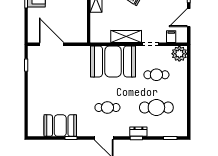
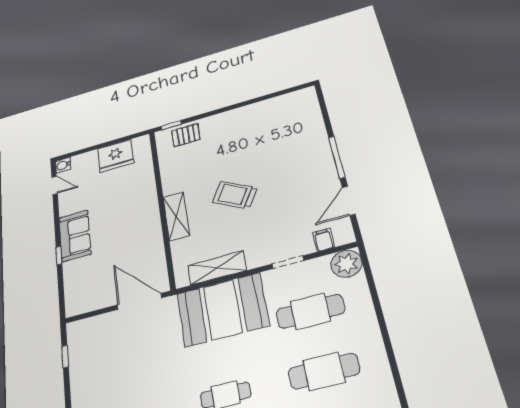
shelving: (126, 37) -> (217, 268), moved
door: (52, 44) -> (139, 301), moved
cafe table: (156, 75) -> (310, 311), width x1.37, depth x1.35

